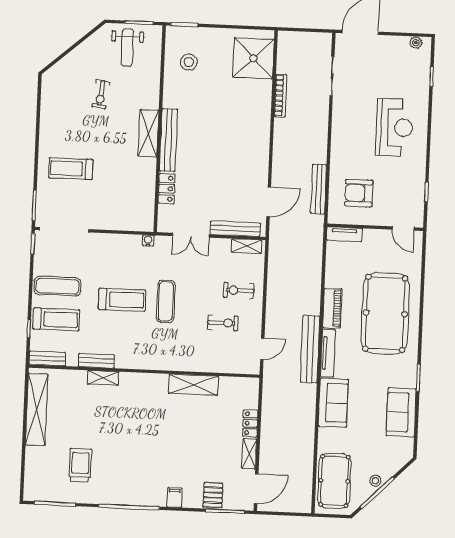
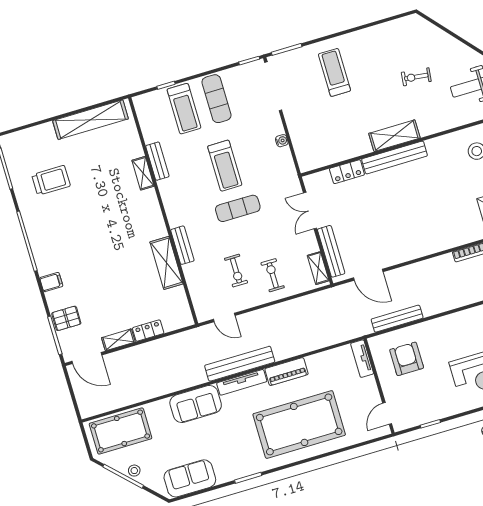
water cooler: (148, 240) -> (282, 141), moved
bench: (47, 358) -> (182, 245), moved
sofa: (401, 412) -> (190, 478), moved

